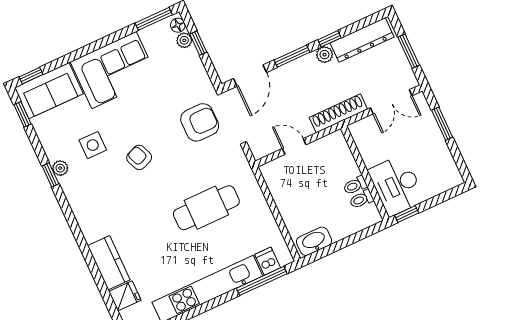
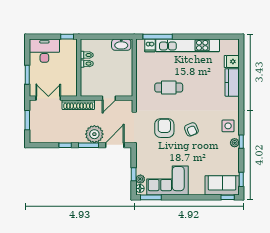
dresser: (362, 40) -> (49, 137), removed
plant: (324, 55) -> (94, 134), moved, width x1.88, depth x1.88
corner sofa: (114, 70) -> (168, 180), moved
armchair: (200, 122) -> (164, 128), moved, turned 90
side table: (93, 145) -> (228, 126), moved
door: (294, 147) -> (109, 98), hinge flipped
desk: (397, 185) -> (44, 51), moved, turned -90
cafe table: (206, 208) -> (169, 88), width x0.73, depth x0.74

